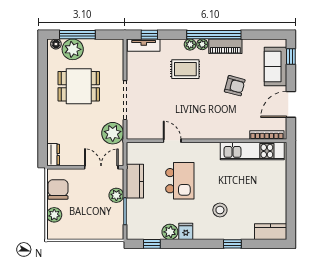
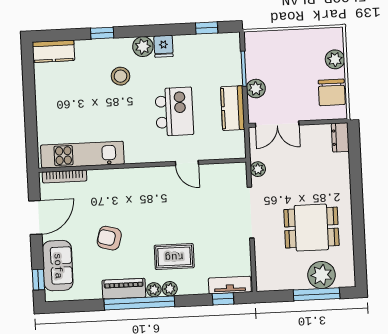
floor lamp: (56, 44) -> (344, 281), removed
plant: (113, 133) -> (258, 169), width x0.53, depth x0.53
kitchen island: (180, 181) -> (174, 112), turned 180
plant: (170, 232) -> (143, 47), moved

